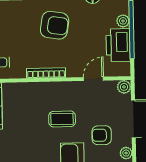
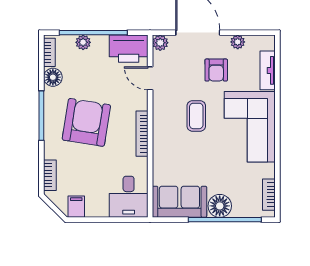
armchair: (55, 25) -> (86, 122), width x1.36, depth x1.36
printer: (118, 45) -> (129, 49), moved

